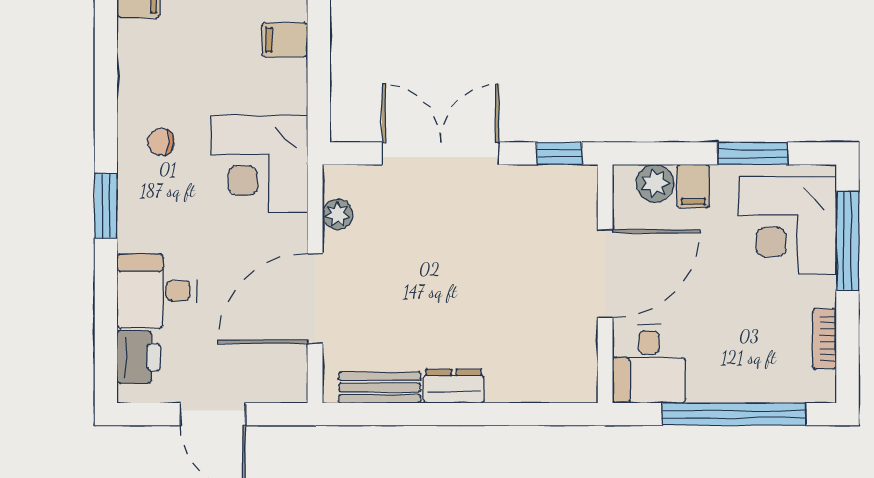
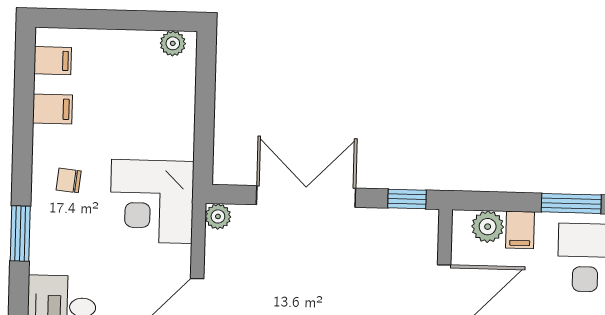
filing cabinet: (285, 40) -> (52, 109), moved, turned 180
plant: (338, 214) -> (218, 216), moved

